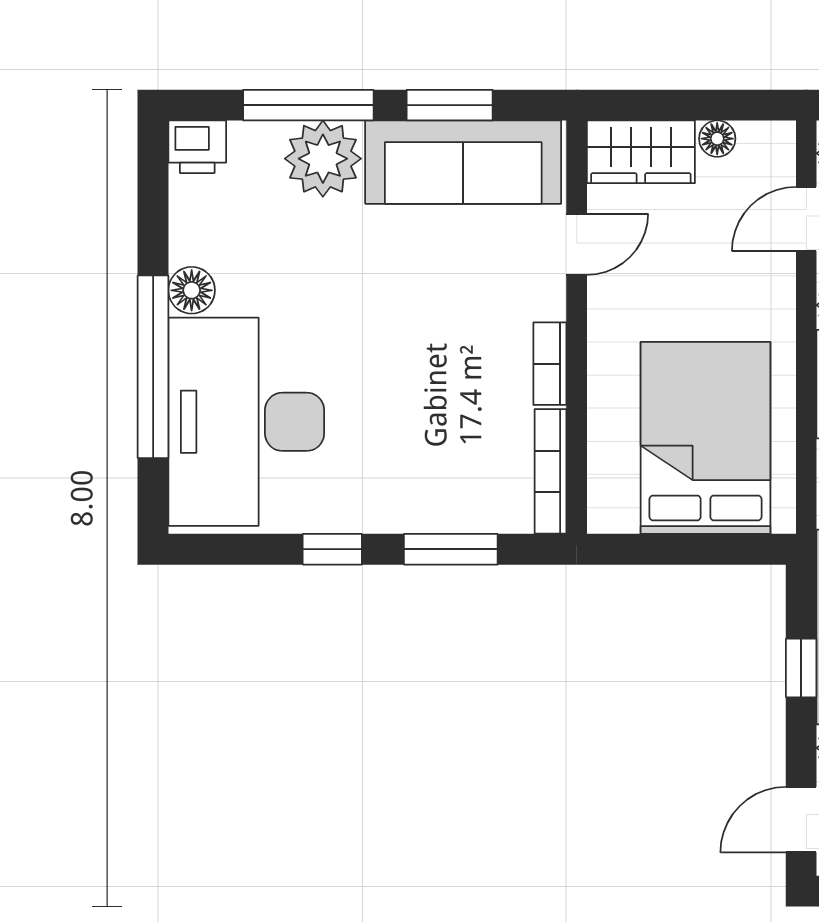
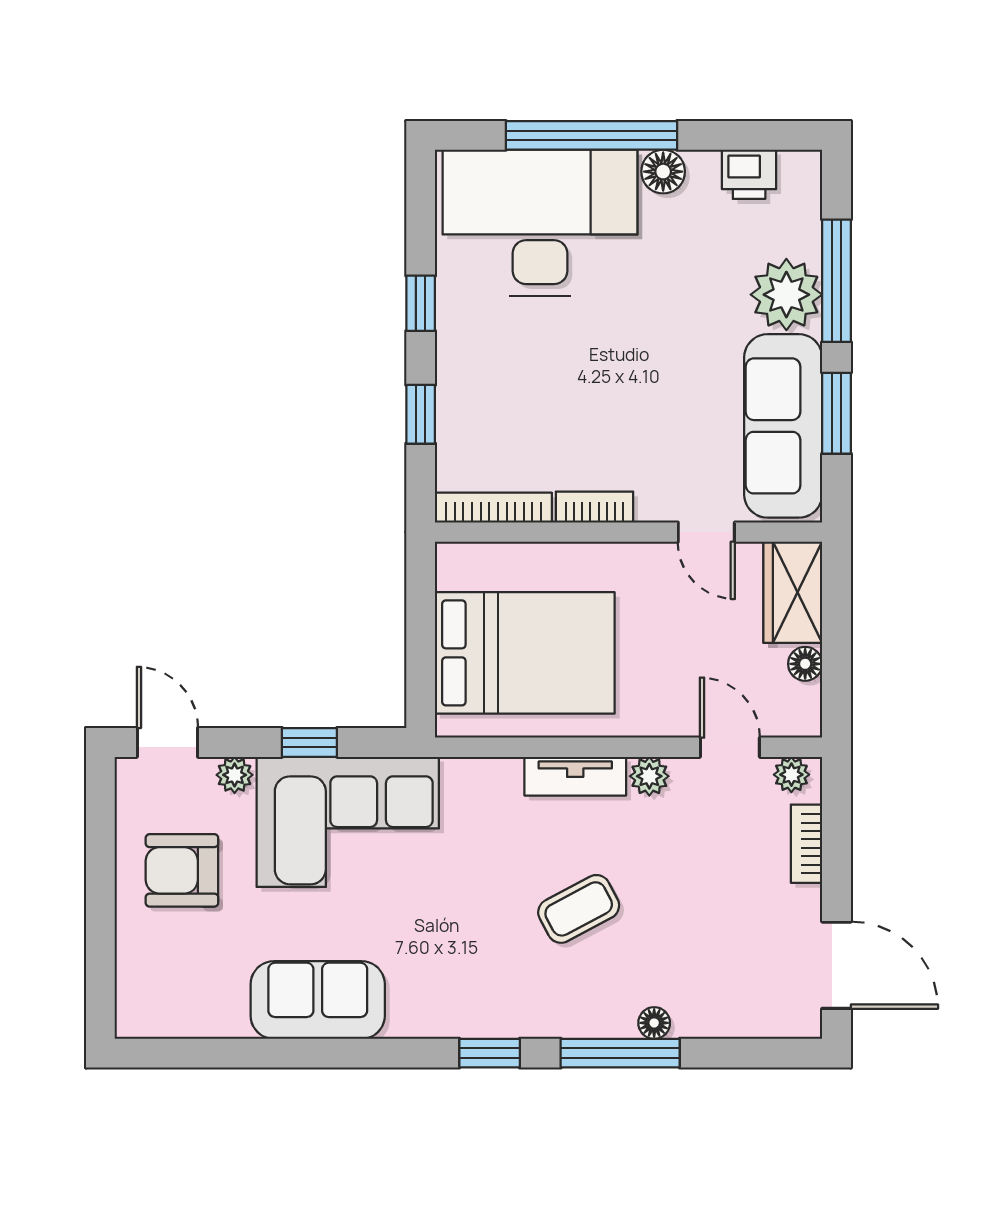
printer: (197, 147) -> (749, 174), moved, turned -90
window: (451, 549) -> (421, 414), width x0.67

